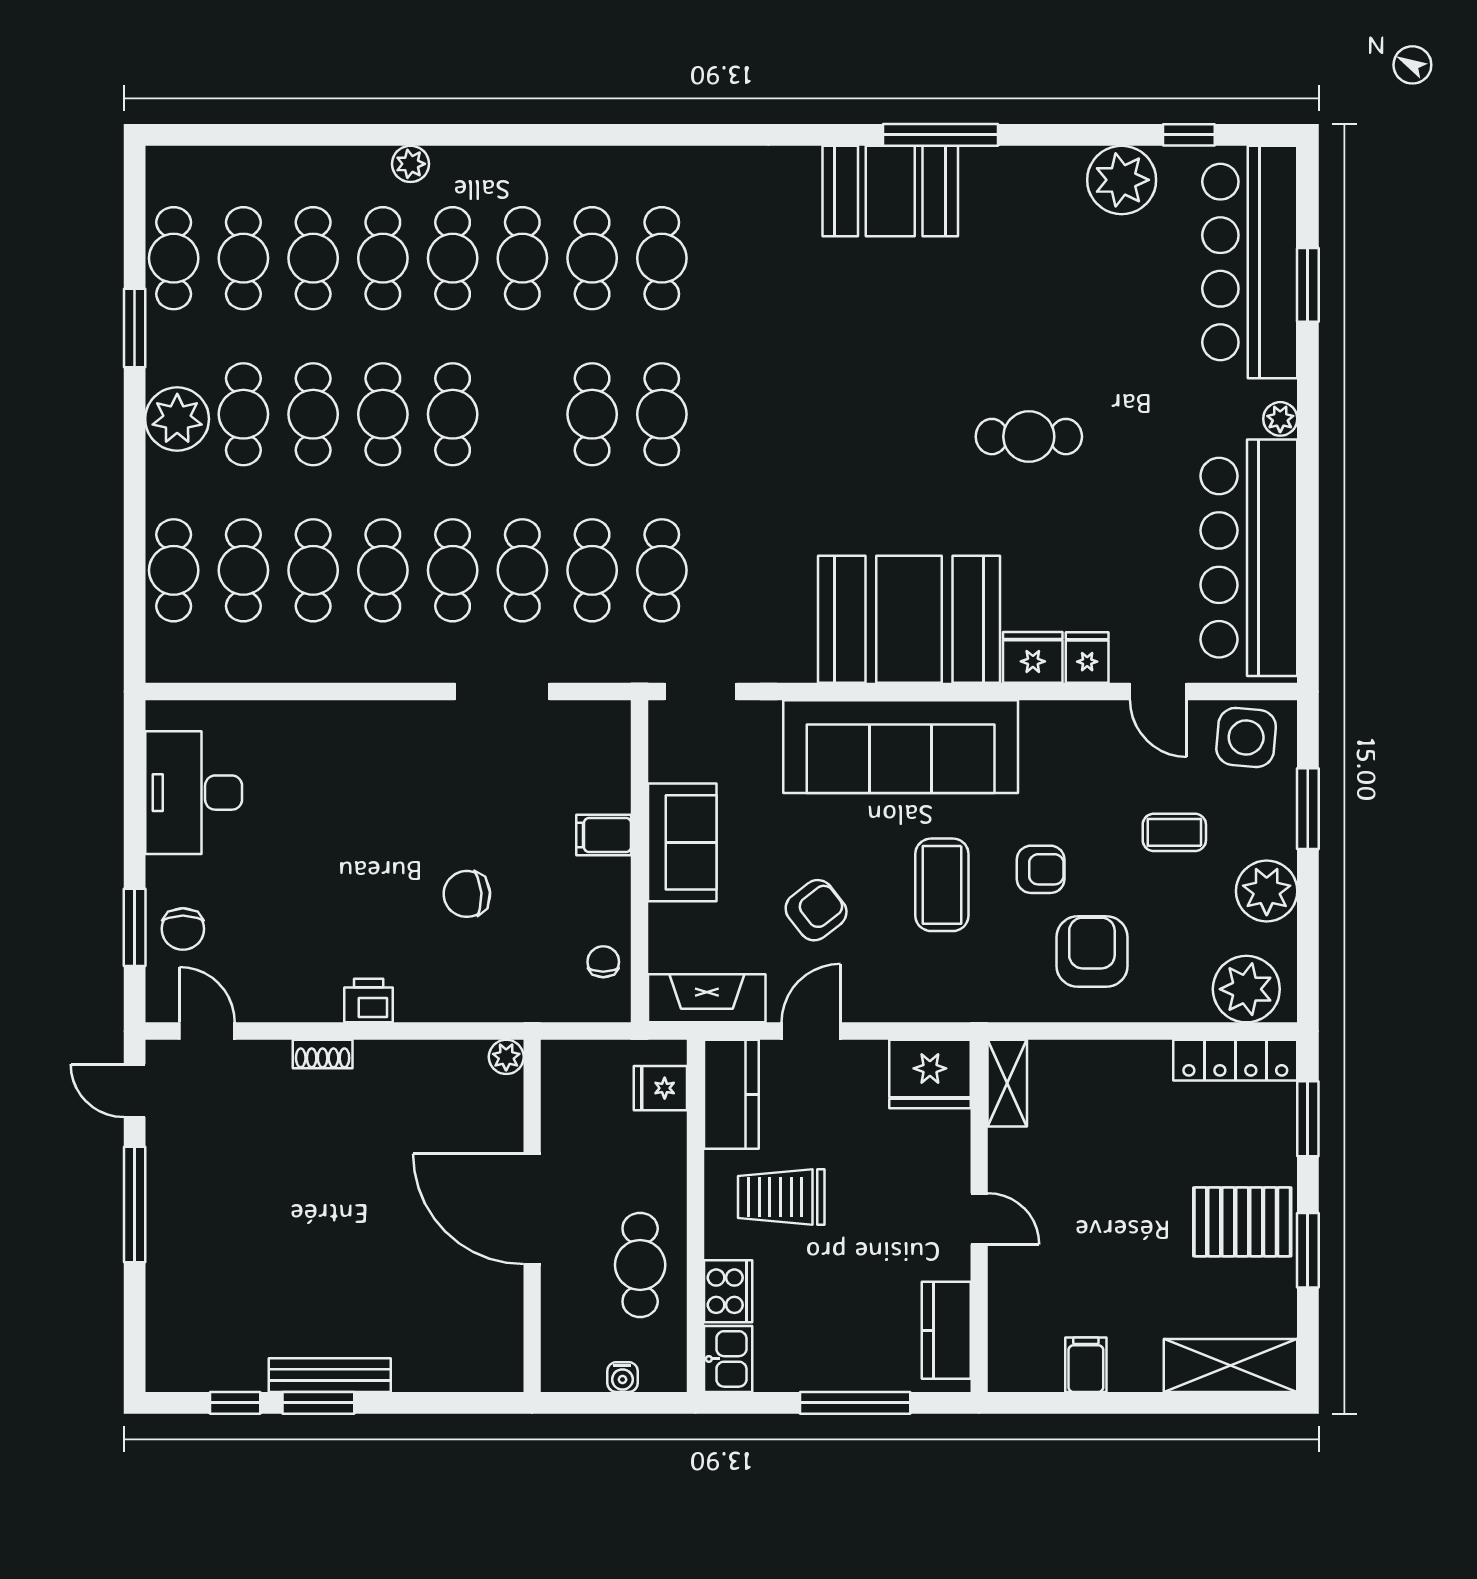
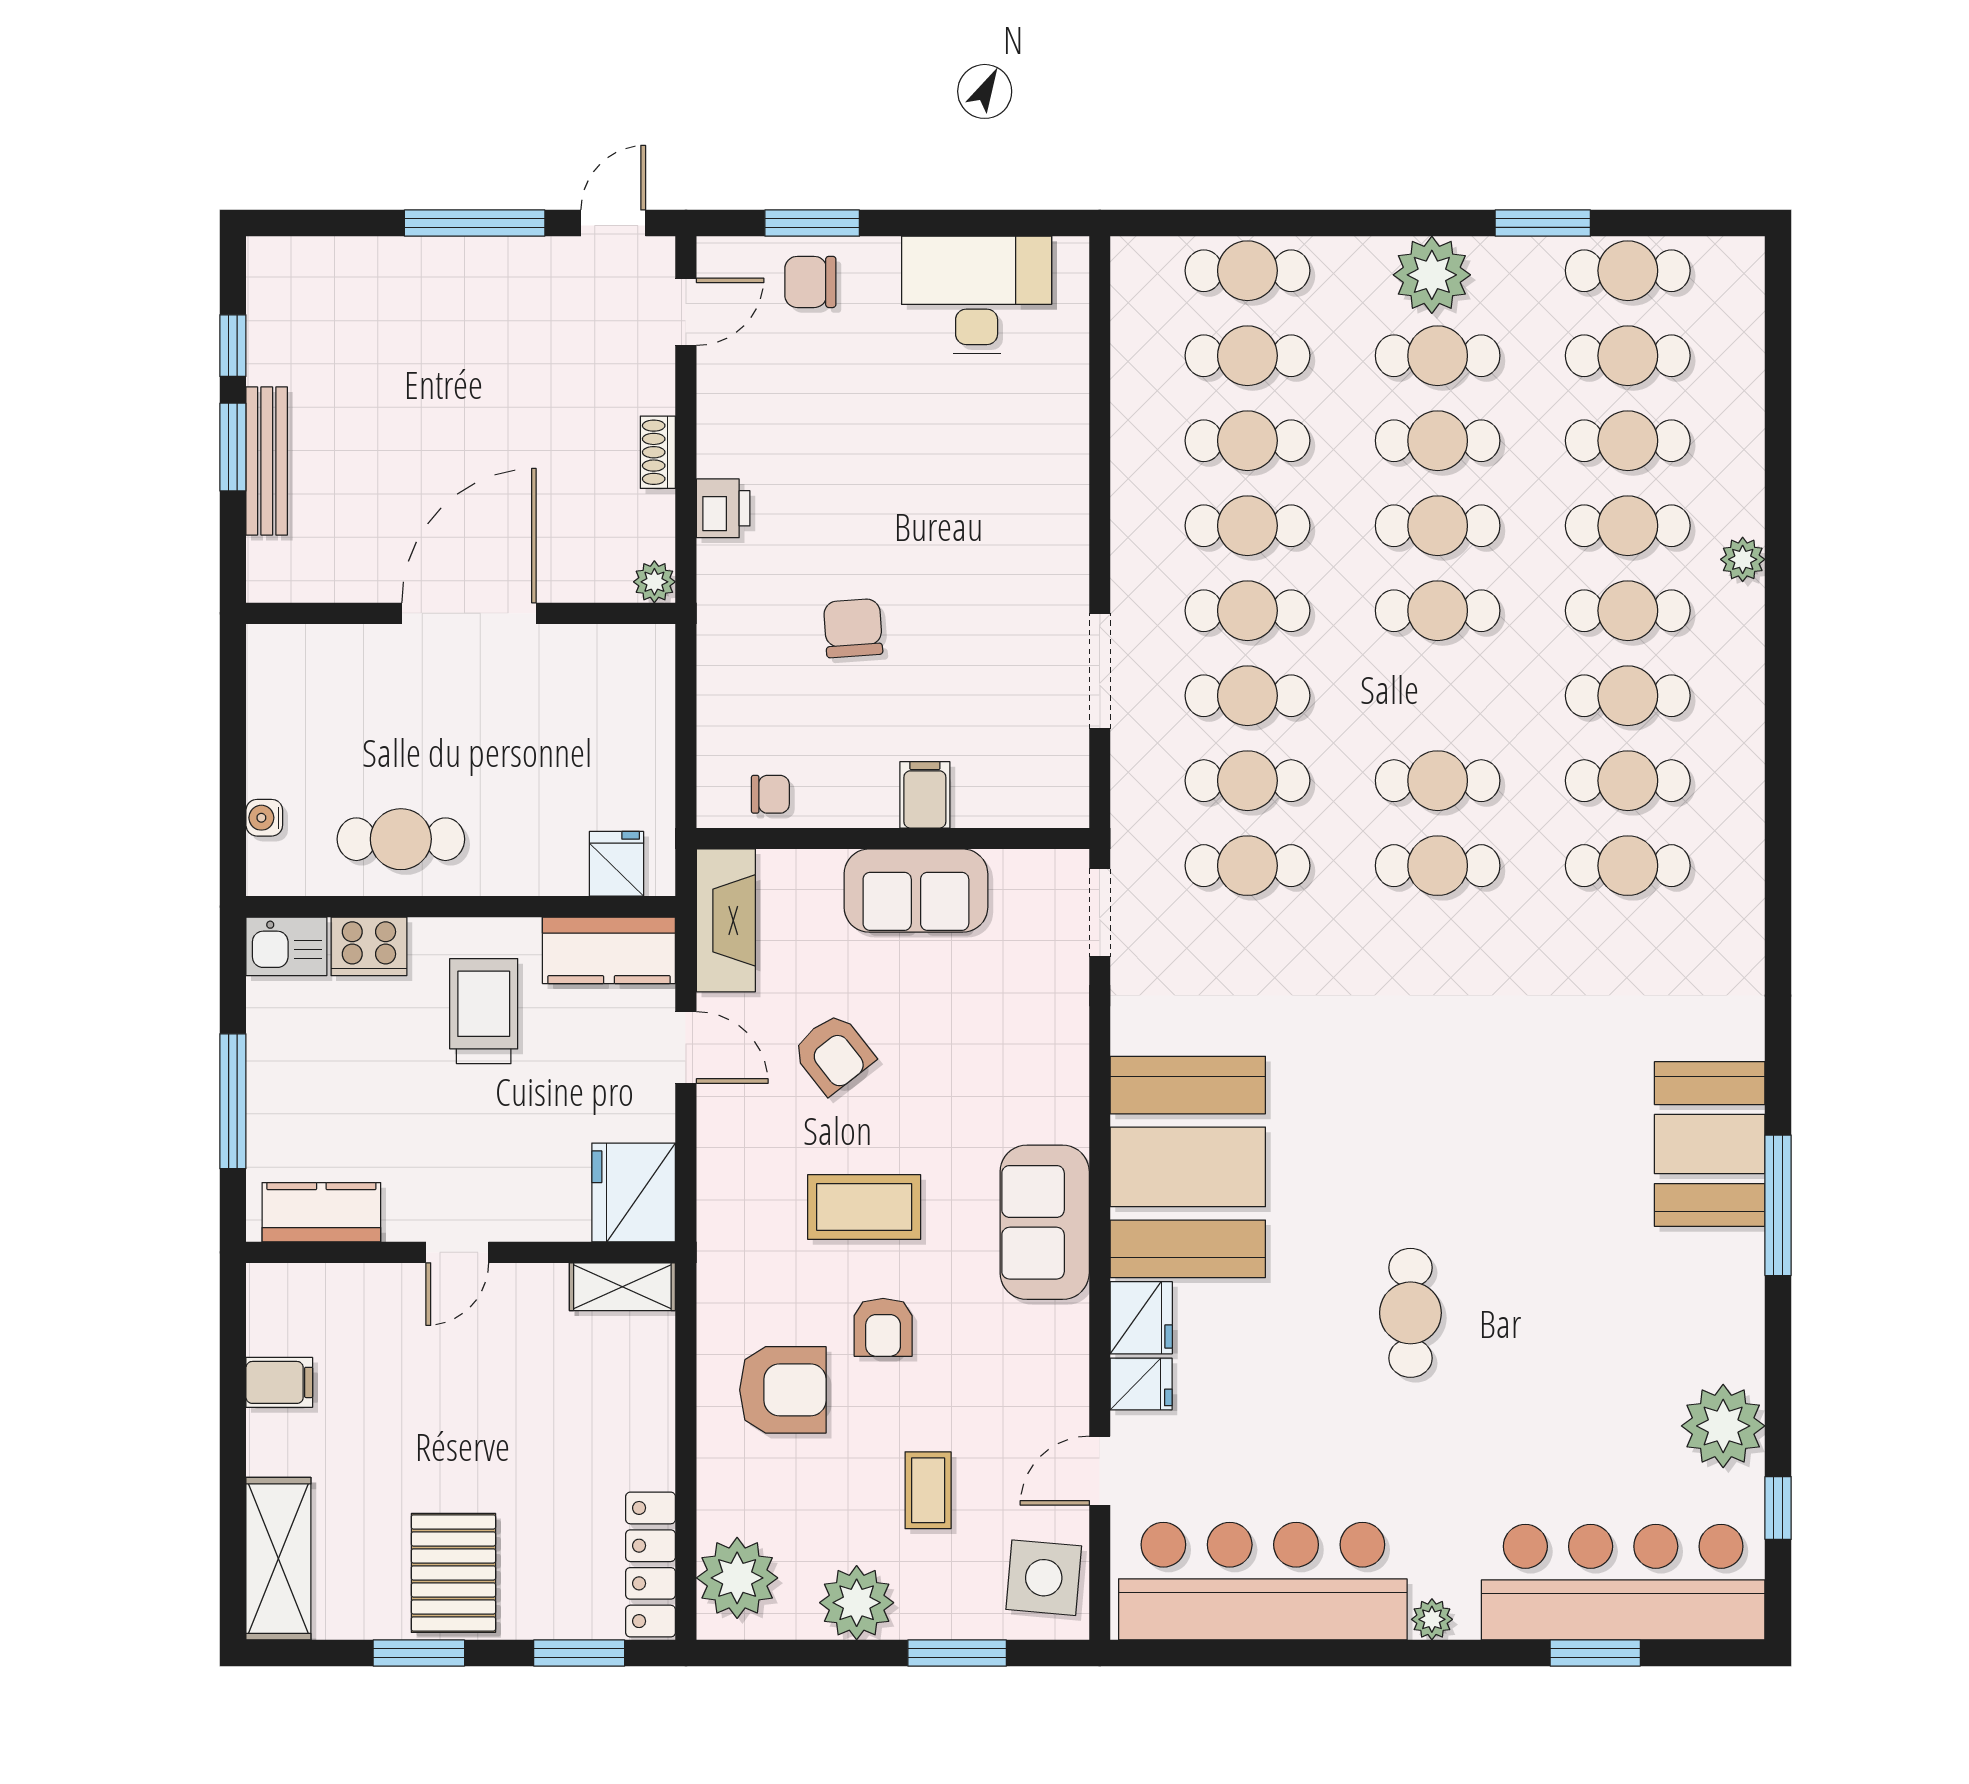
sofa: (901, 747) -> (1045, 1222), width x0.54, depth x0.79
plant: (506, 1057) -> (654, 582), moved
door: (532, 1209) -> (469, 613), moved
wall: (532, 1216) -> (461, 613), moved

